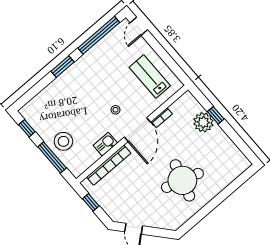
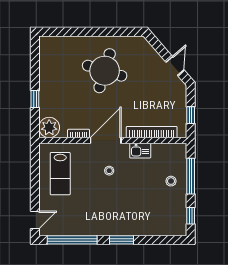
plant: (203, 122) -> (49, 128), moved
stool: (63, 141) -> (171, 181), width x0.53, depth x0.53

